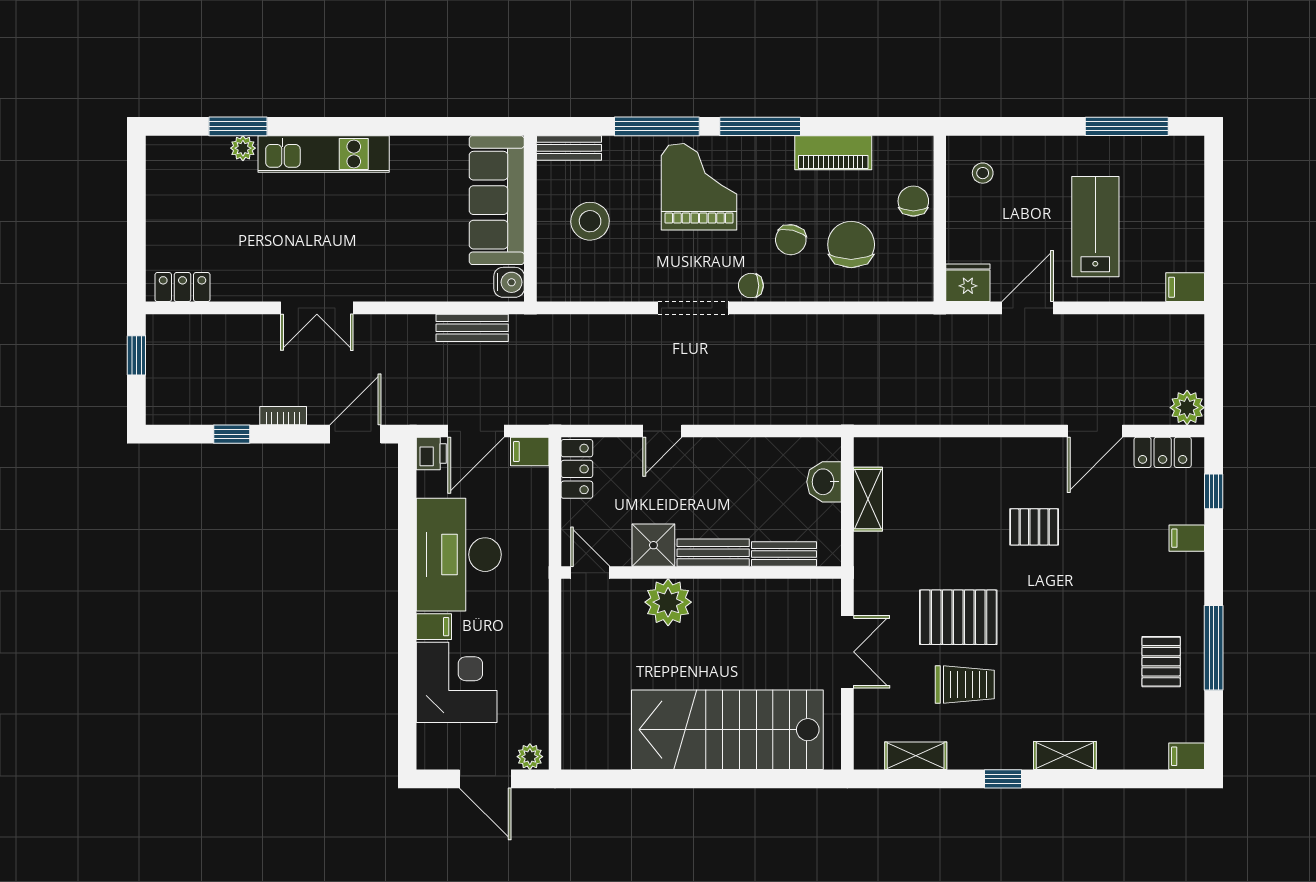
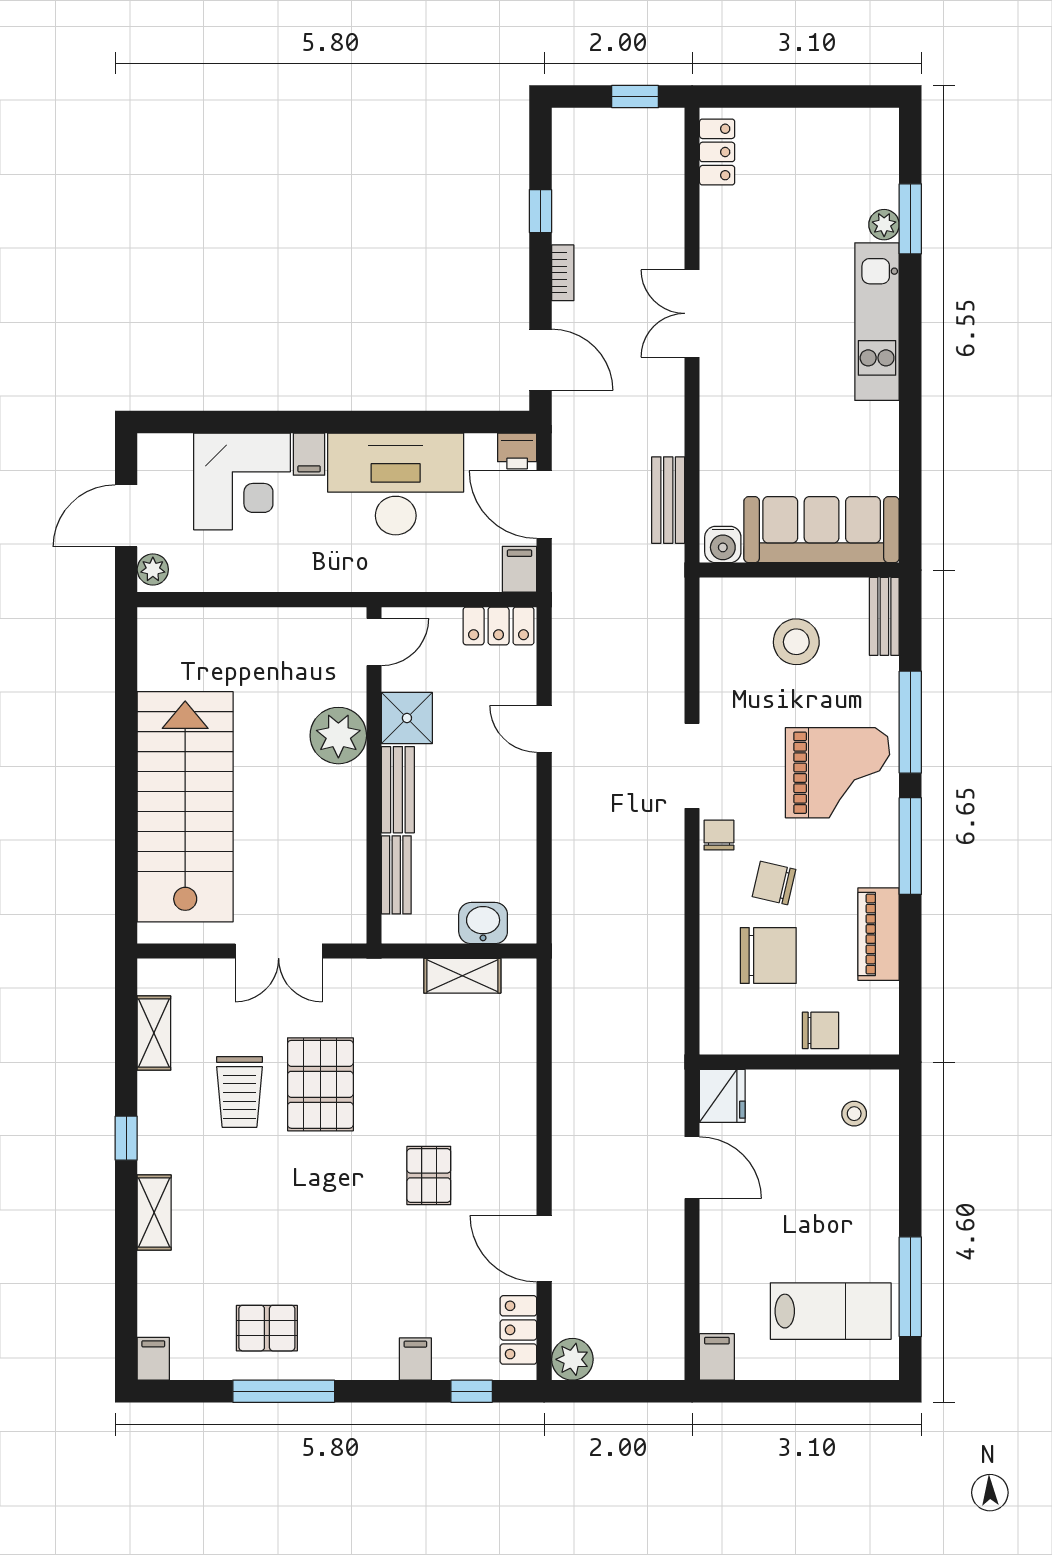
lab bench: (1095, 227) -> (831, 1311), moved

